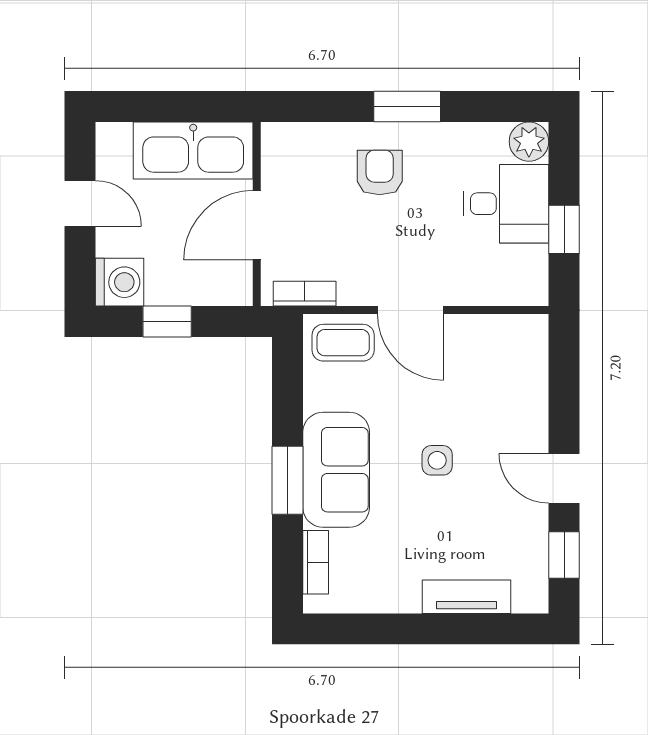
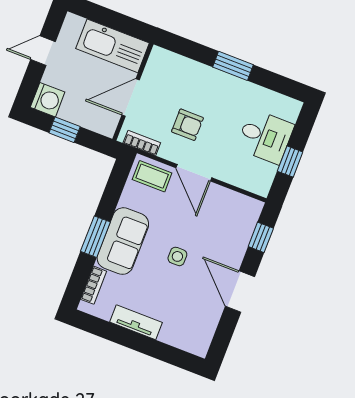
plant: (529, 142) -> (289, 109), removed
armchair: (380, 172) -> (187, 125), moved, turned 90
door: (80, 203) -> (43, 51), swing flipped
door: (564, 478) -> (240, 291), width x1.38
window: (564, 555) -> (261, 237), moved
tv unit: (467, 597) -> (136, 322), moved

